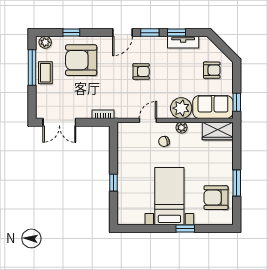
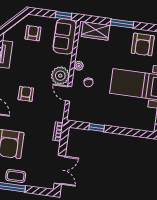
plant: (181, 108) -> (60, 76), moved
wardrobe: (218, 131) -> (96, 31), moved, turned 90
window: (114, 183) -> (97, 128), moved
window: (237, 183) -> (122, 24), moved

